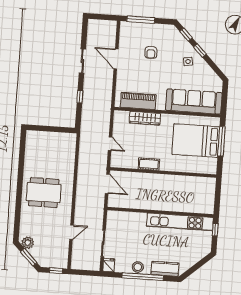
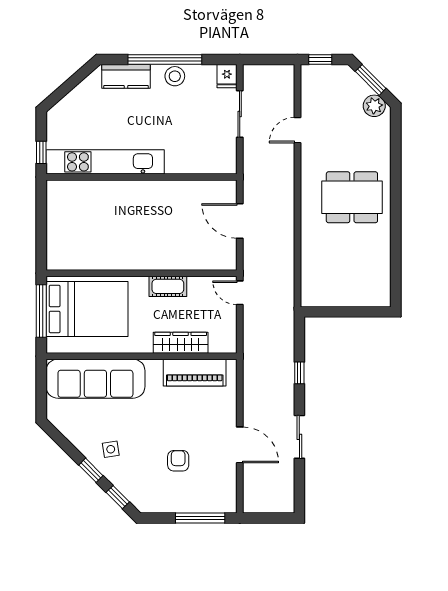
cot: (149, 164) -> (168, 286), moved
wall: (163, 172) -> (141, 273), moved

